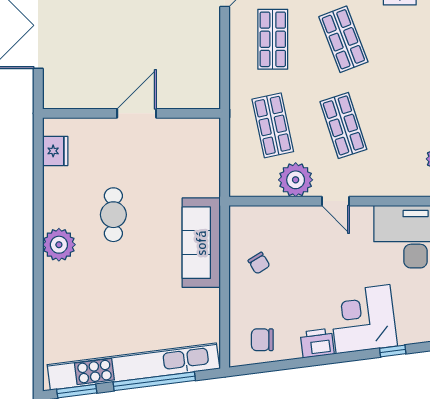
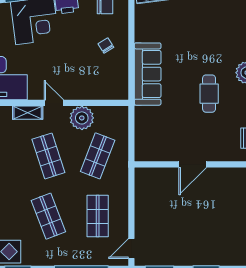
shop shelf: (273, 125) -> (98, 156), turned 33
shelving: (373, 187) -> (28, 113), added
chair: (259, 263) -> (106, 45), moved

